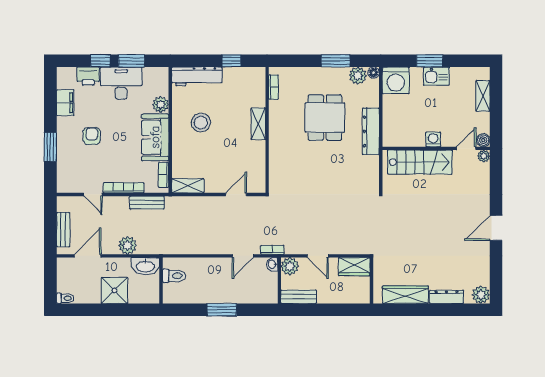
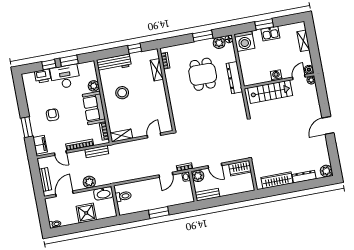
filing cabinet: (65, 103) -> (40, 145), moved
shelving: (258, 124) -> (157, 70), moved

